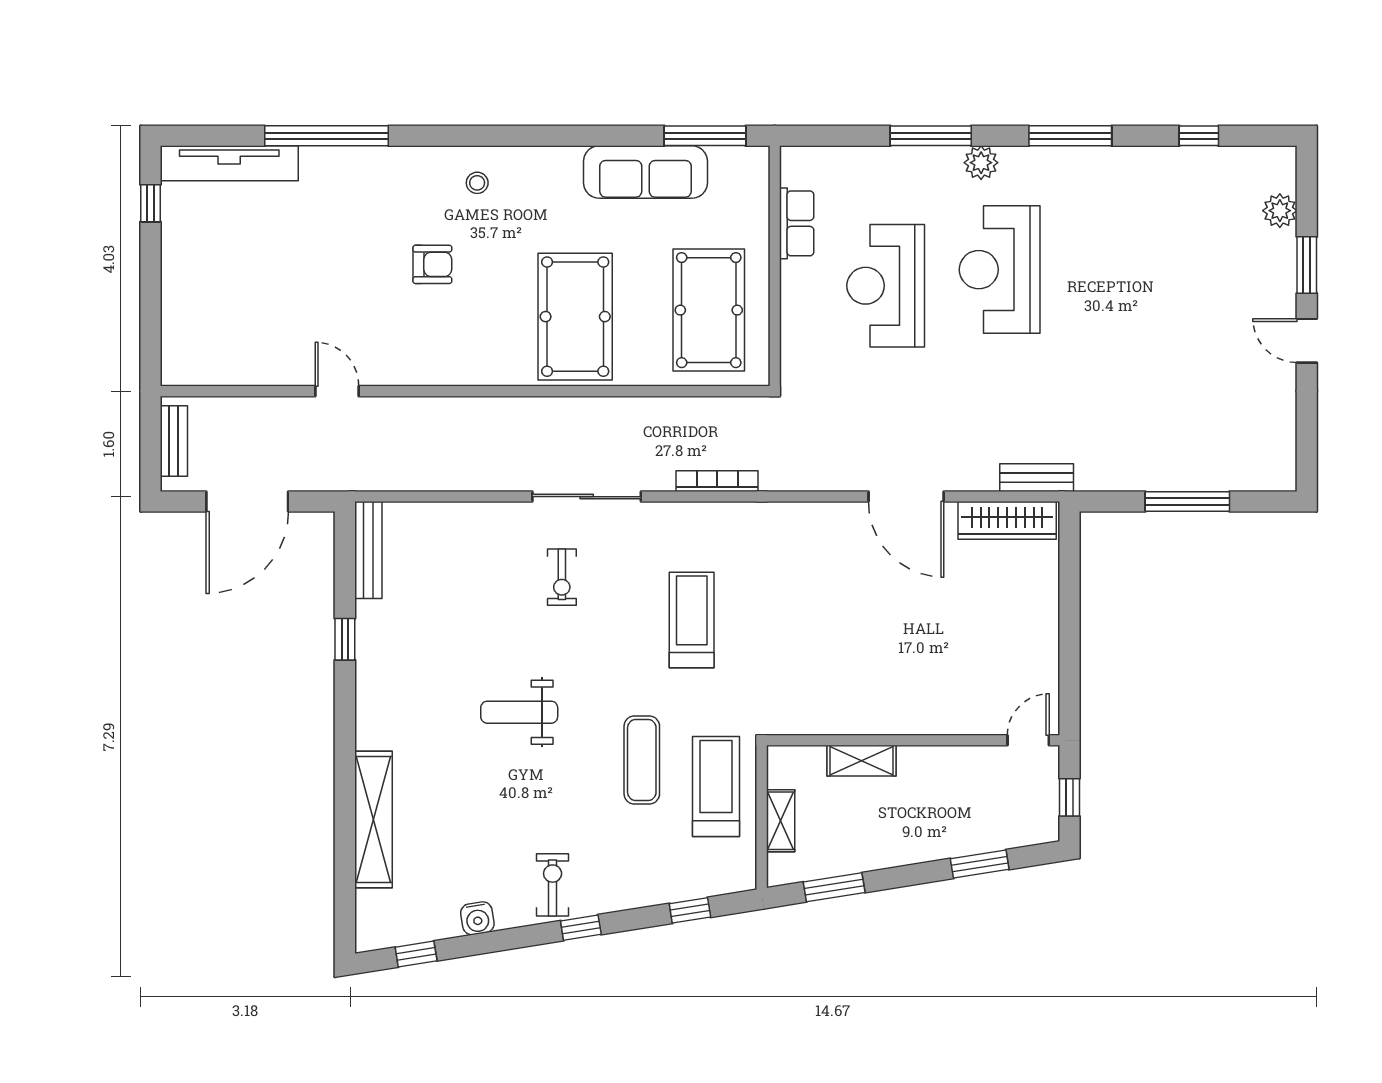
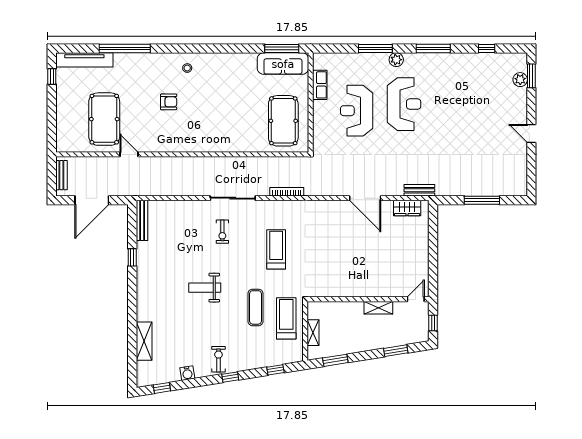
sofa: (646, 172) -> (283, 64), moved
window: (1307, 265) -> (531, 76), moved
reception desk: (1000, 270) -> (404, 104), turned 180
pool table: (575, 317) -> (104, 119), moved
wardrobe: (1007, 520) -> (407, 208), width x0.67
shelving: (862, 761) -> (378, 308), moved
shelving: (373, 819) -> (144, 341), width x0.68

